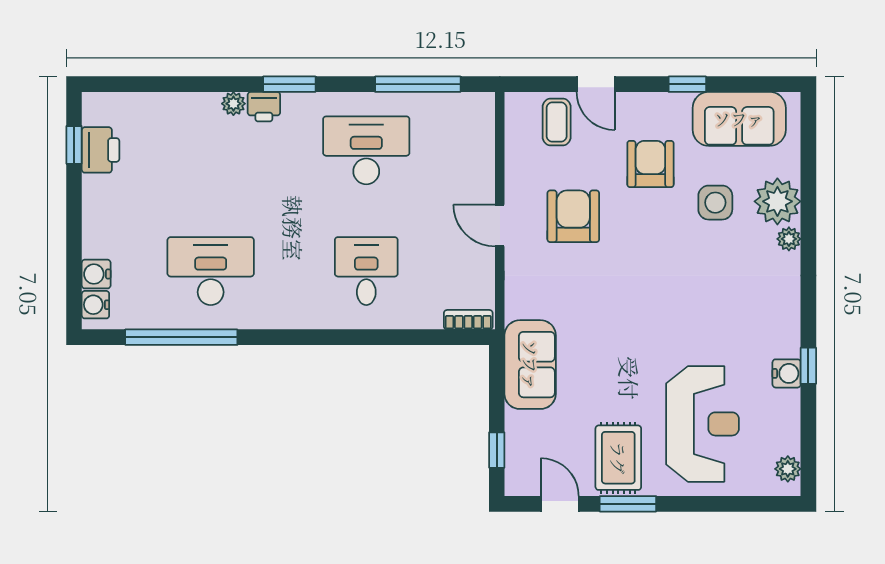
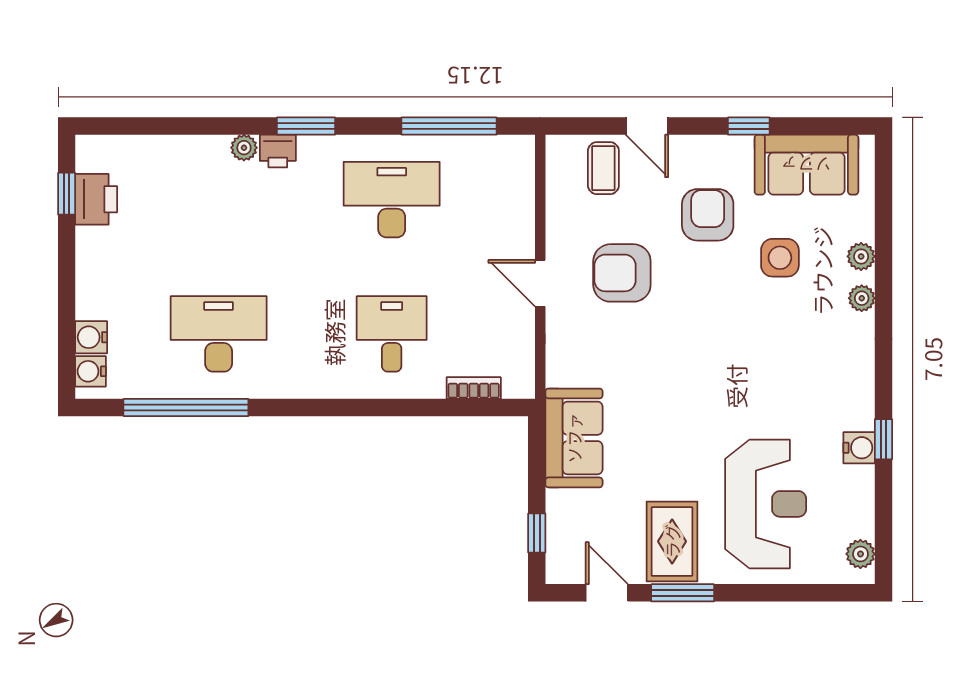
plant: (777, 201) -> (861, 256), width x0.53, depth x0.53
armchair: (573, 216) -> (622, 273), turned -90
bookcase: (468, 320) -> (474, 388), moved

